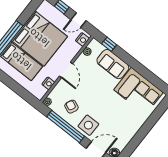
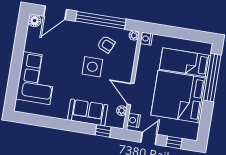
door: (66, 70) -> (131, 94), moved
nightstand: (48, 83) -> (146, 39), moved
corner sofa: (138, 91) -> (37, 78), moved, turned 90
side table: (88, 125) -> (92, 67), moved

